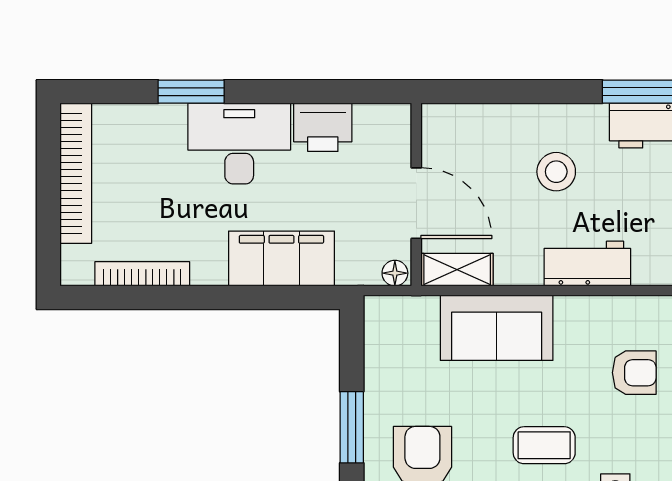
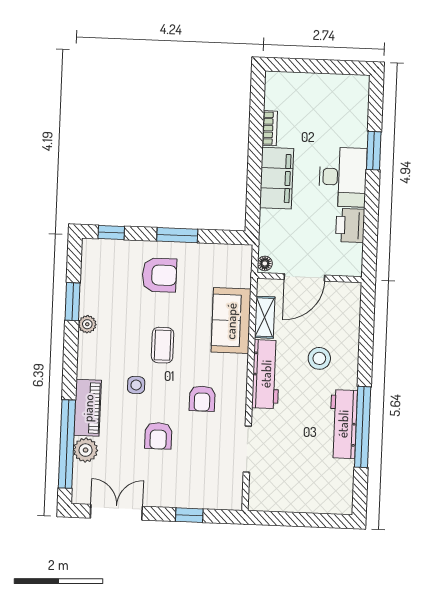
bookcase: (76, 173) -> (329, 83), removed
filing cabinet: (281, 259) -> (277, 178), moved
workbench: (587, 264) -> (266, 374), width x1.38
shelving: (457, 270) -> (265, 317), moved
bookcase: (142, 274) -> (270, 128), width x0.64

